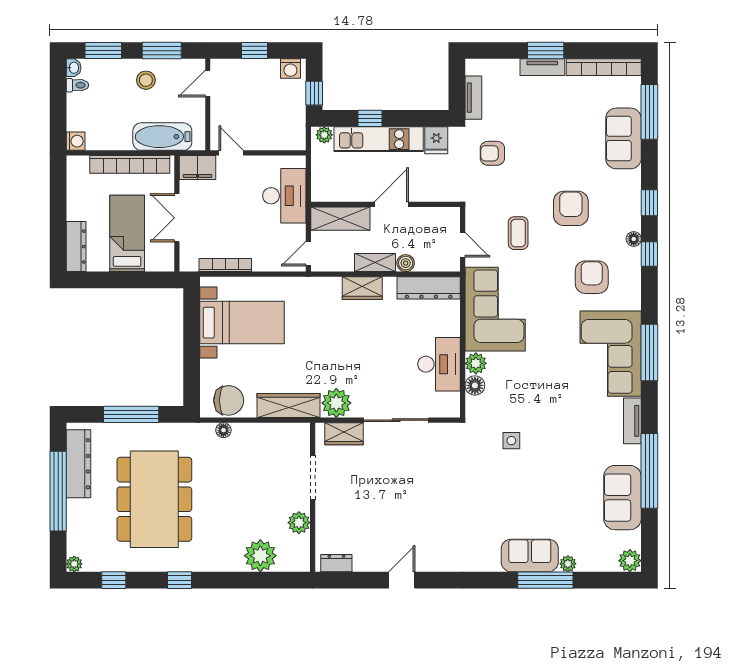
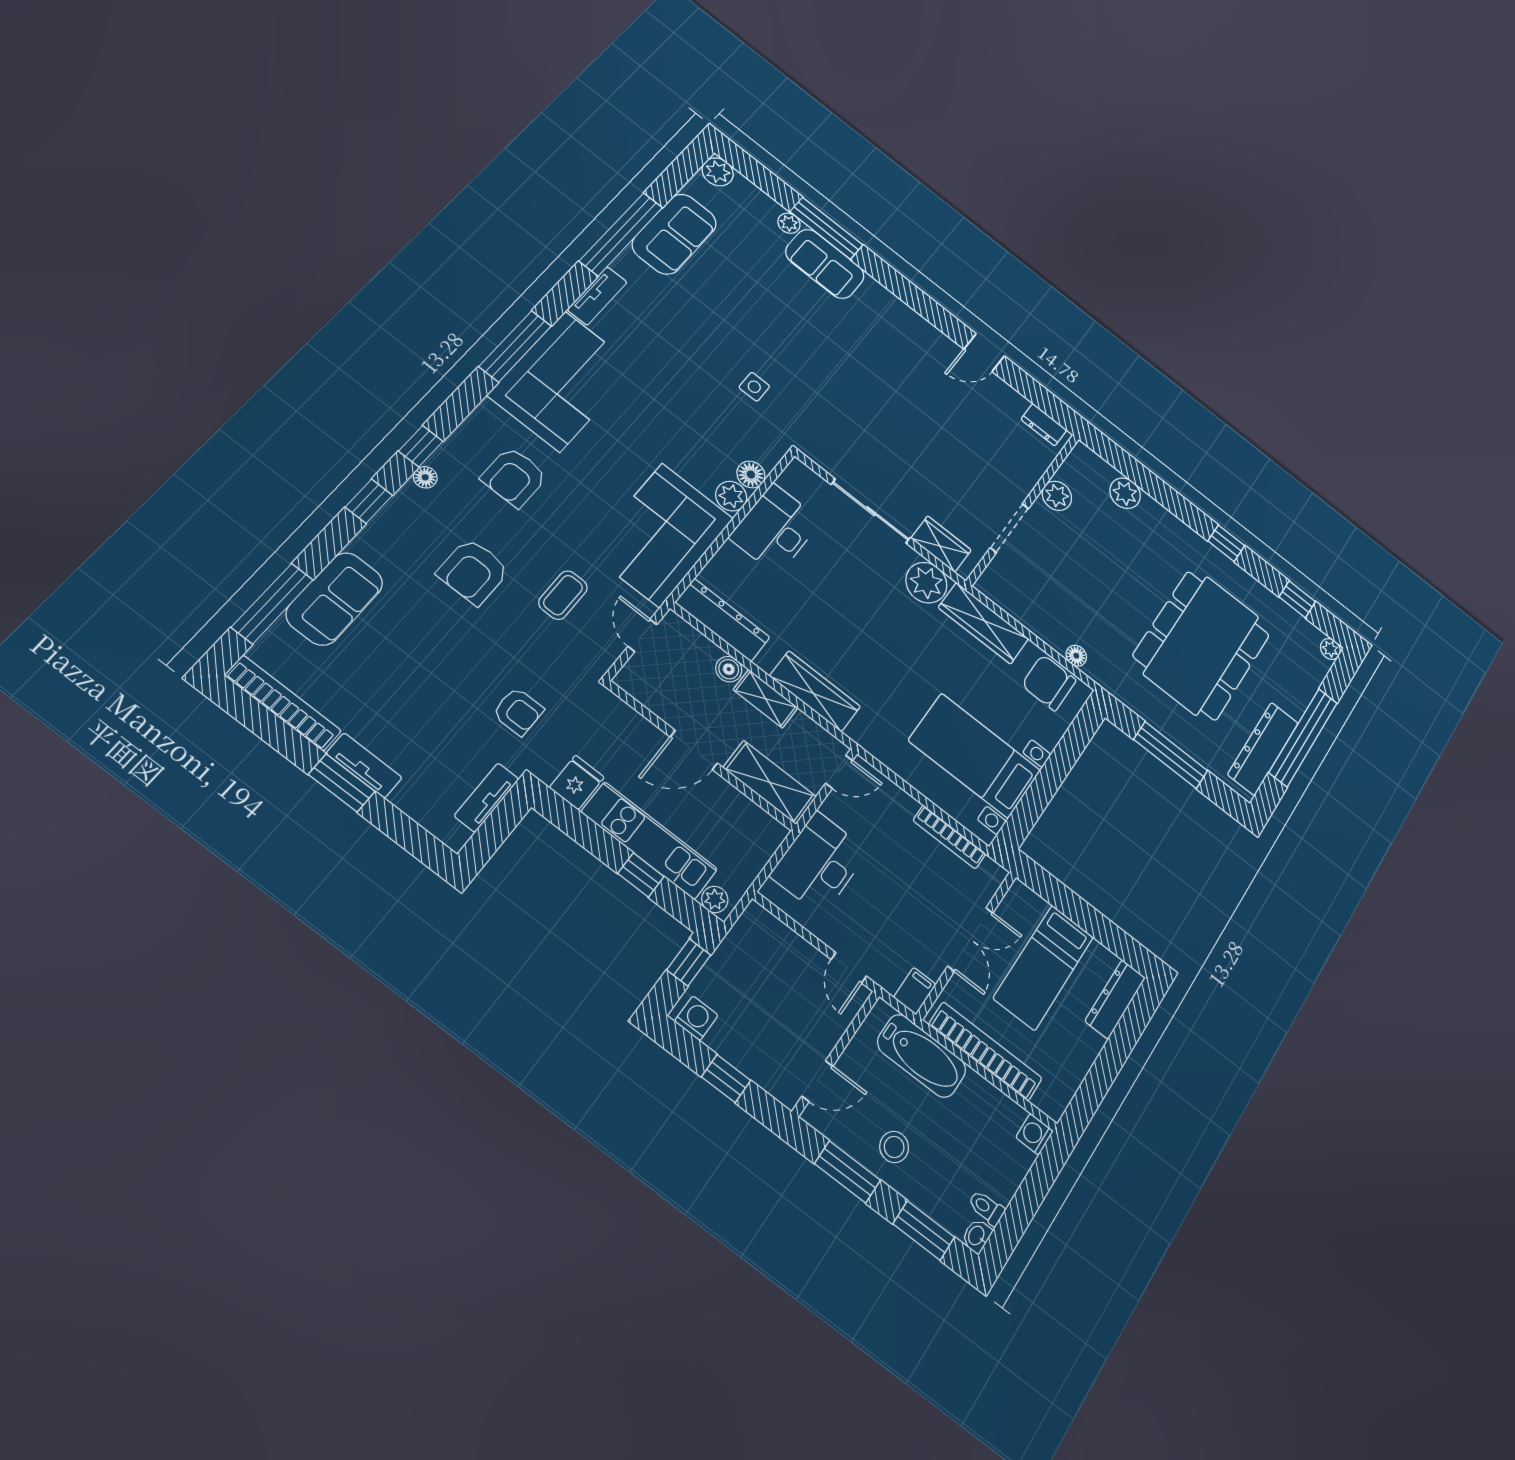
filing cabinet: (198, 167) -> (915, 991), width x0.50
wardrobe: (362, 288) -> (815, 691), width x1.50
plant: (260, 556) -> (1125, 493), width x0.73, depth x0.73

